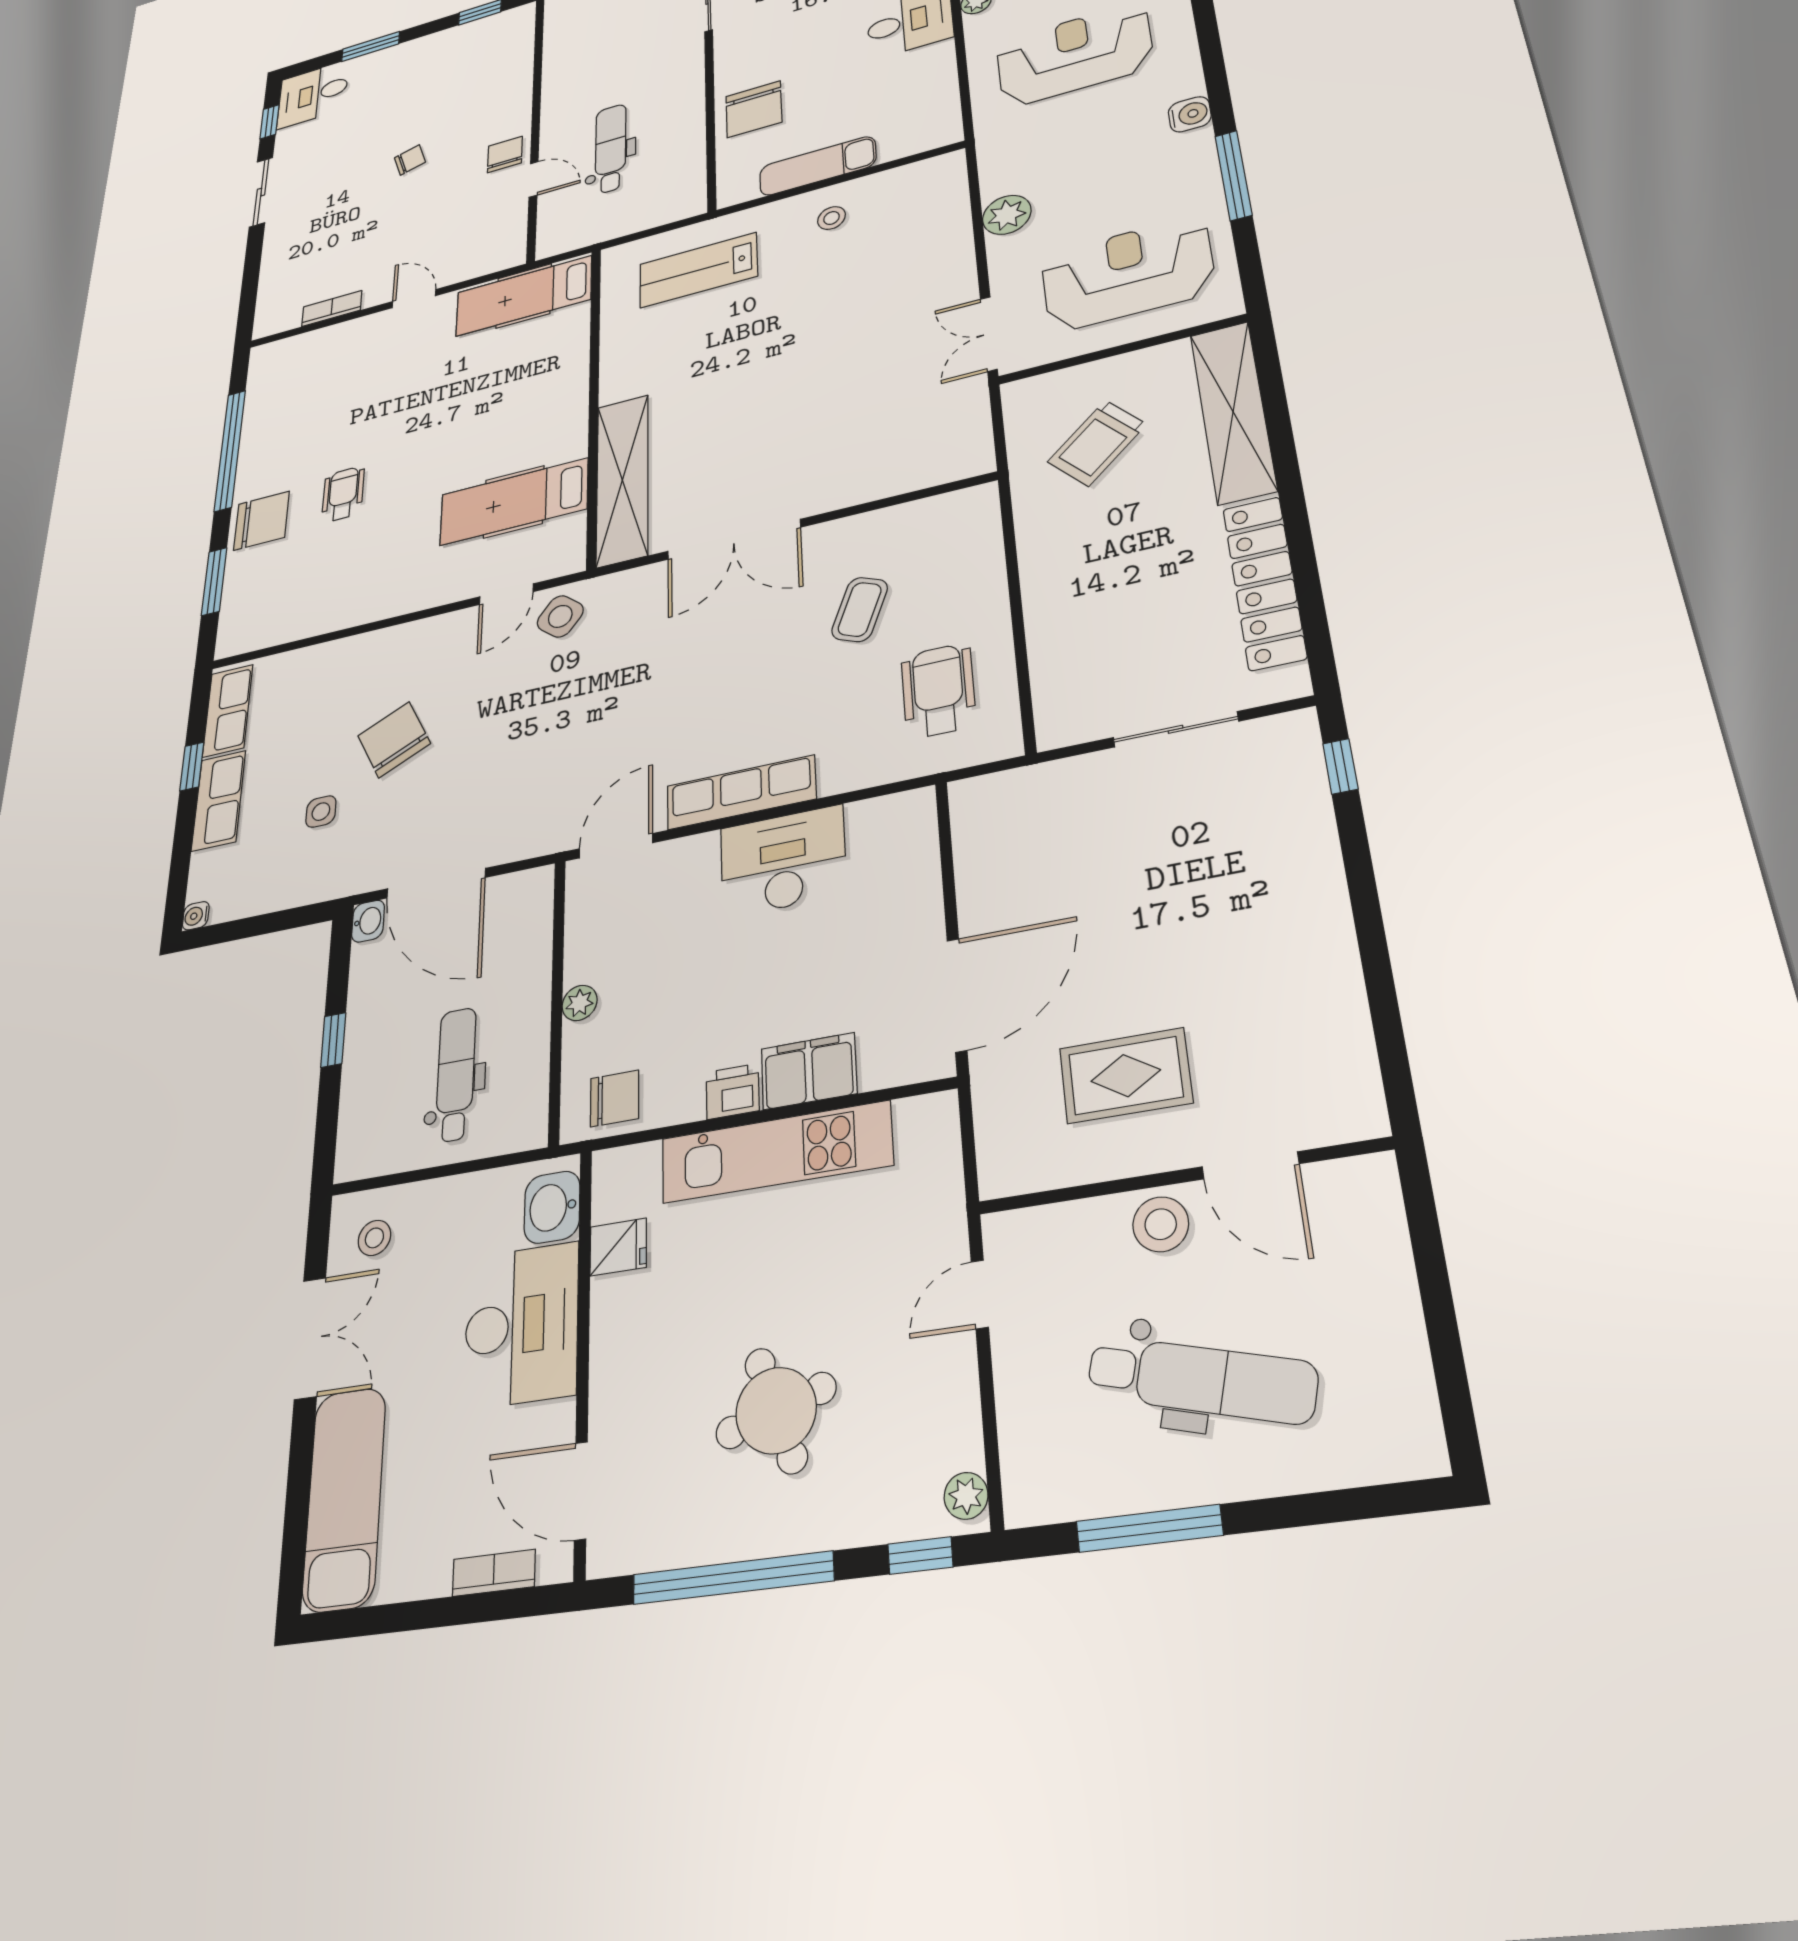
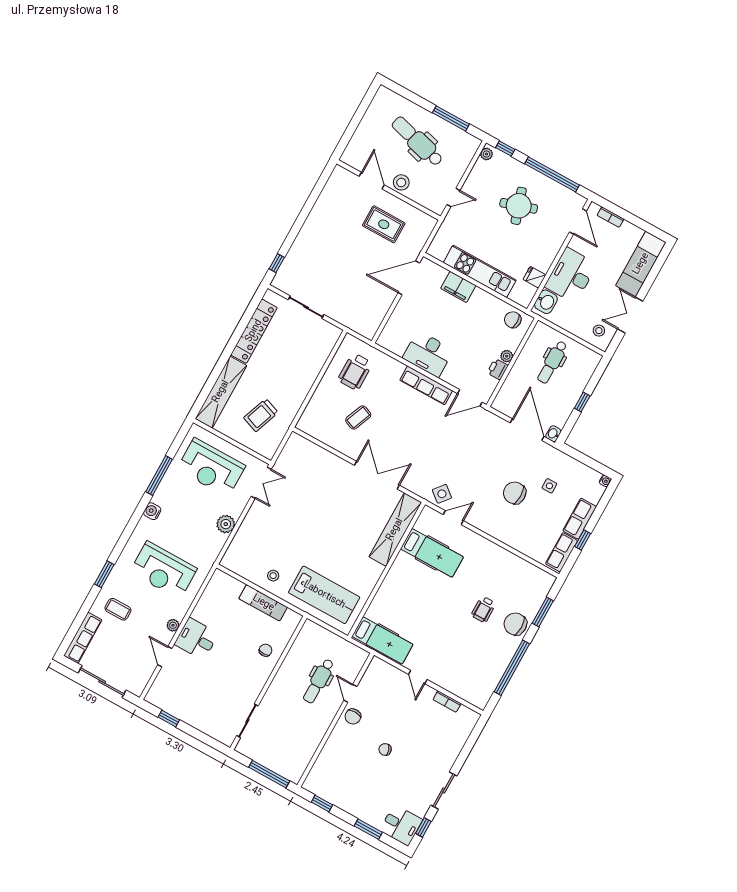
chair: (754, 109) -> (265, 650), width x0.54, depth x0.54
lab bench: (698, 270) -> (324, 595), width x1.36, depth x1.39
trolley: (1097, 443) -> (261, 415), turned 152
chair: (394, 740) -> (515, 493), turned 116
printer: (732, 1091) -> (498, 369), moved, turned 90

